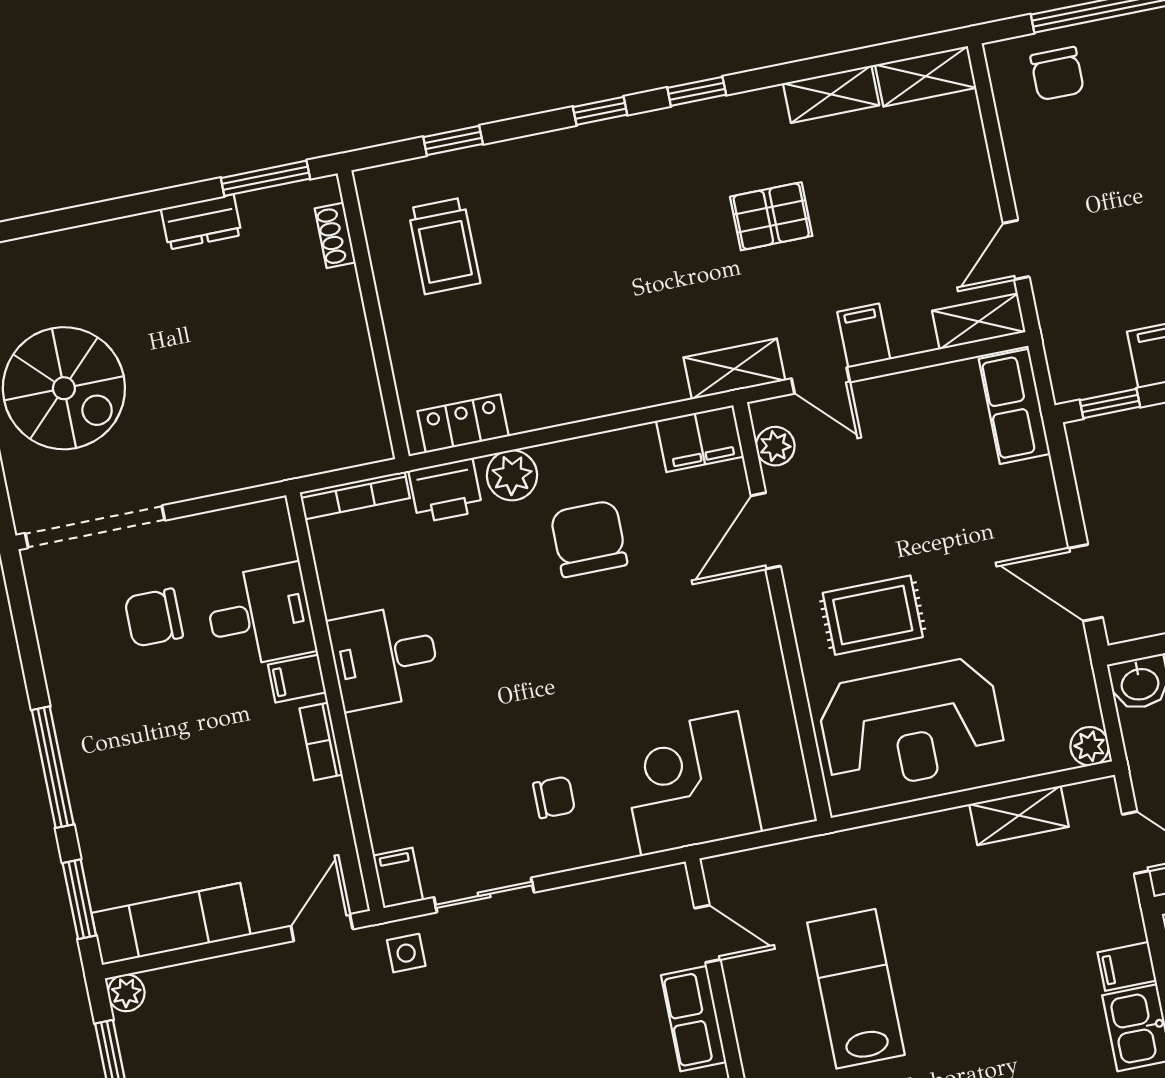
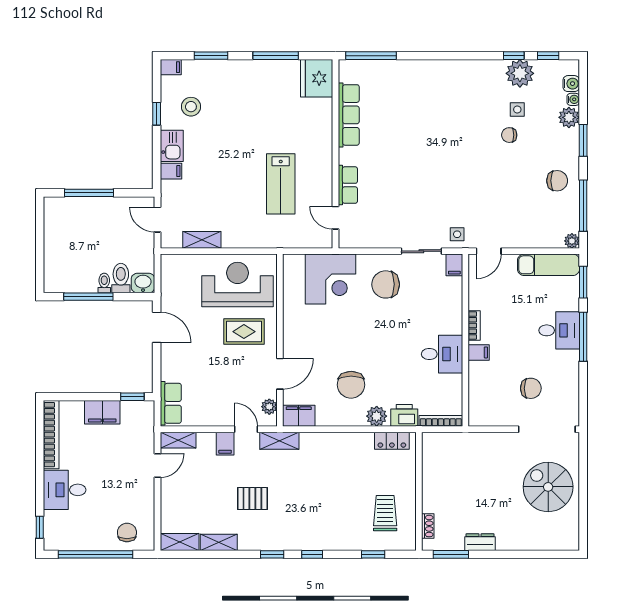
desk: (260, 616) -> (559, 330), moved, turned 180
plant: (1090, 746) -> (168, 262), removed
chair: (554, 797) -> (386, 284), width x1.87, depth x1.87

